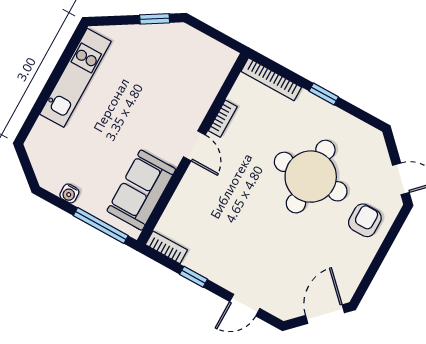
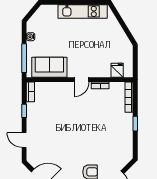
window: (155, 19) -> (127, 32), removed
fridge: (212, 74) -> (117, 70), added
round table: (311, 177) -> (96, 138), removed

